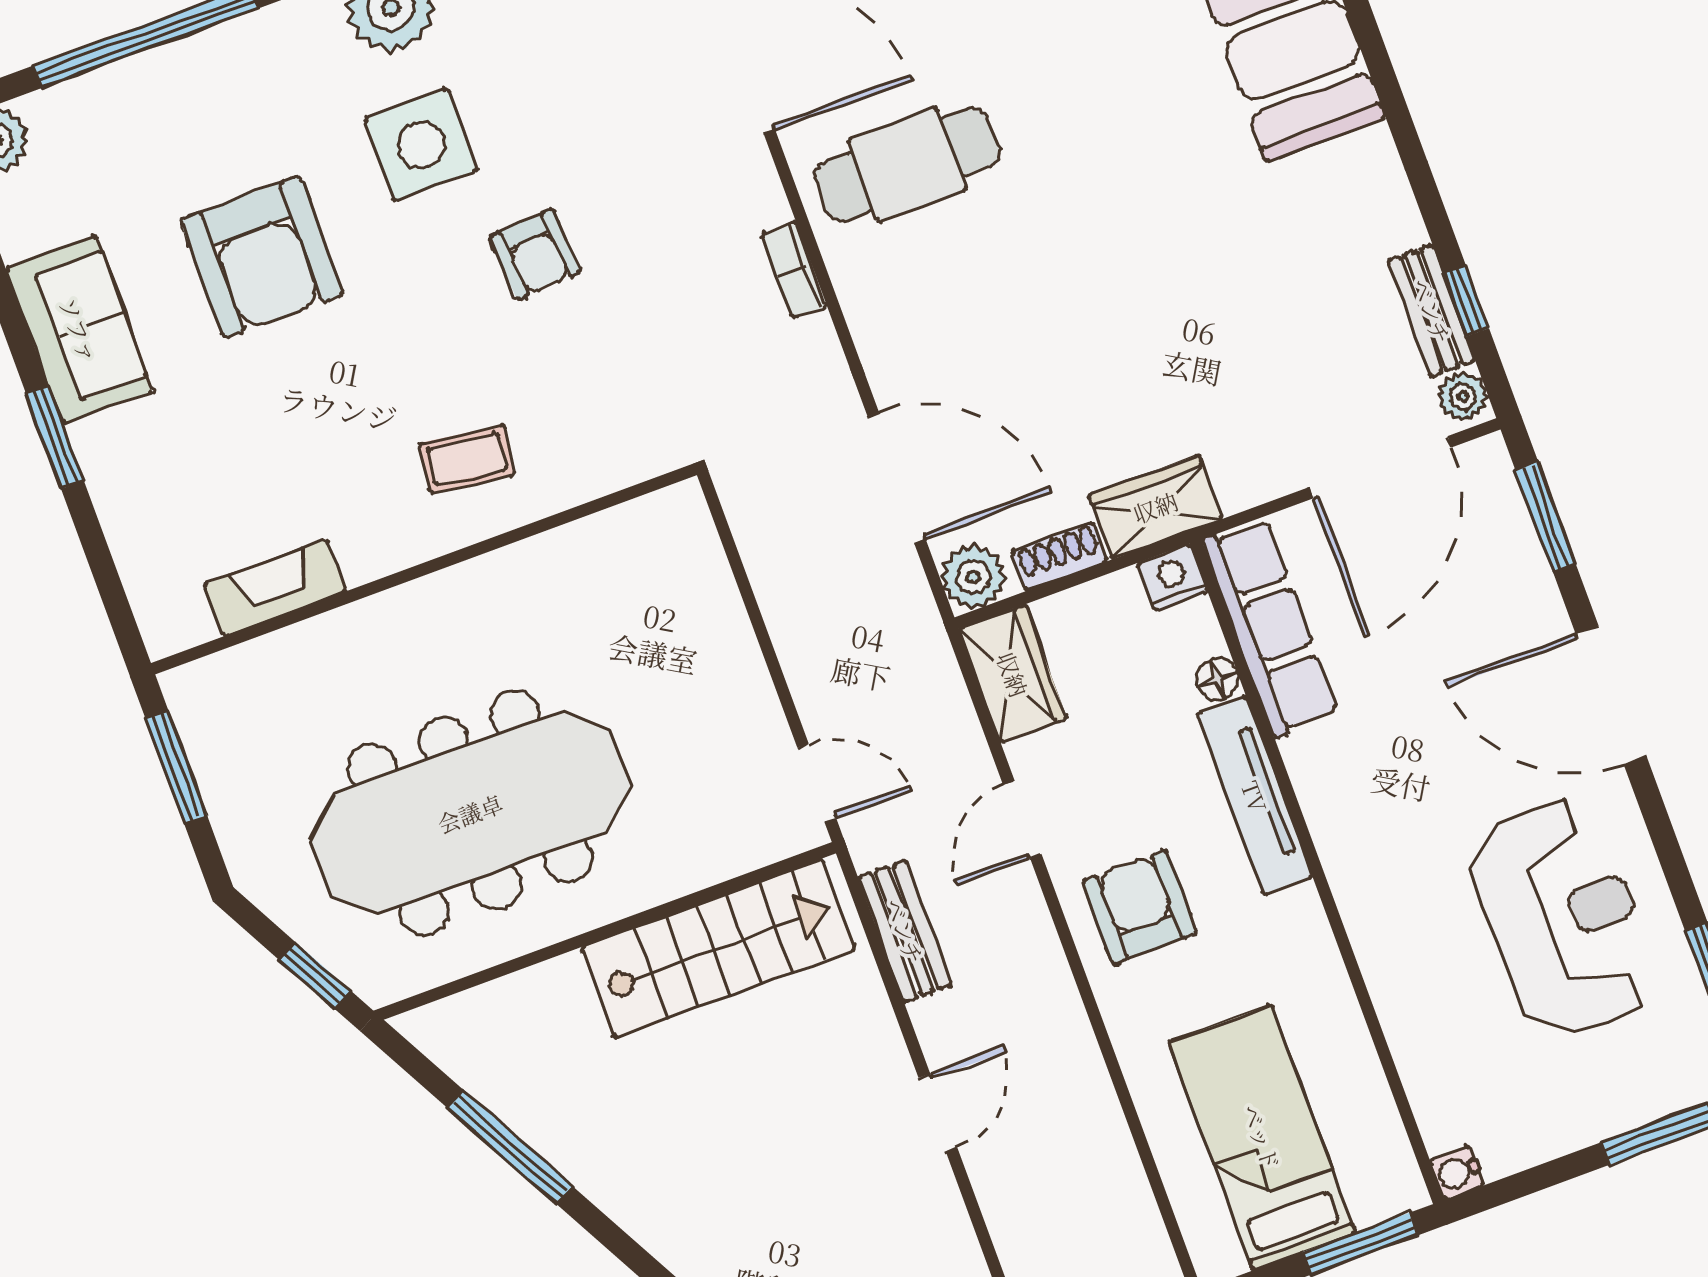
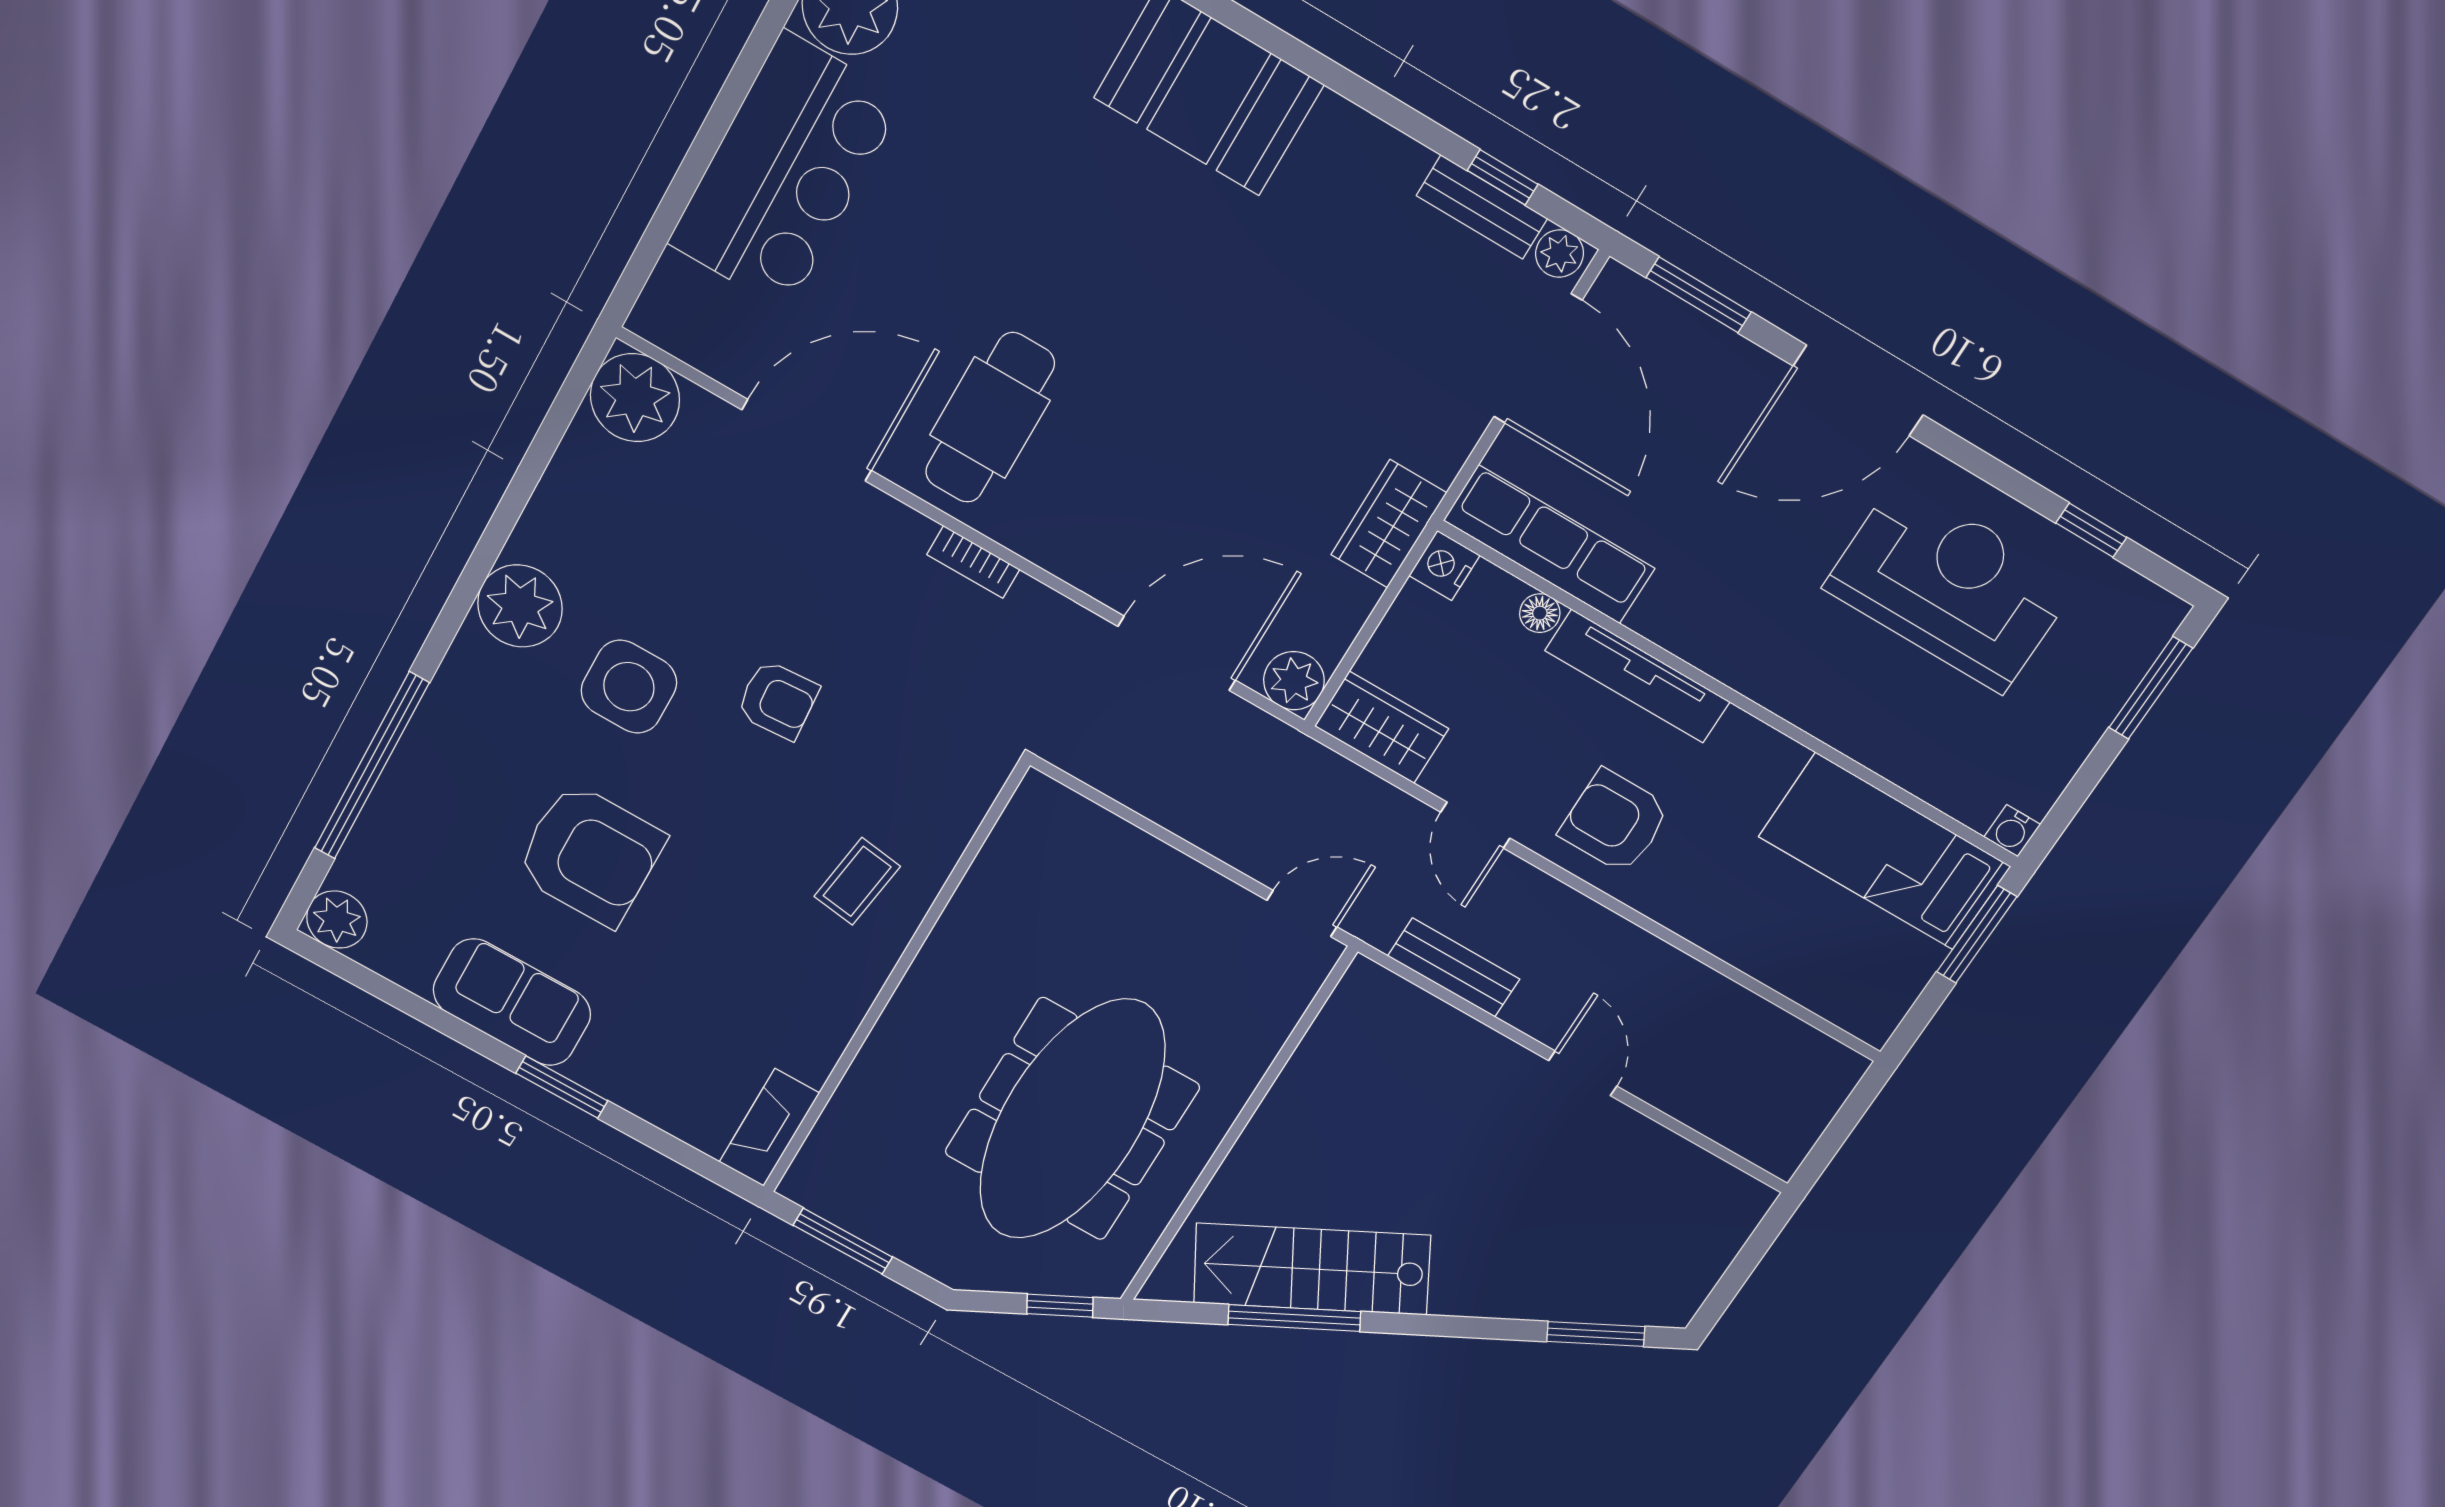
shoe rack: (1059, 556) -> (1346, 616), removed
fireplace: (275, 588) -> (769, 1128), moved
stairs: (718, 948) -> (1312, 1269), moved, turned -118
bed: (1262, 1137) -> (1885, 851), moved

